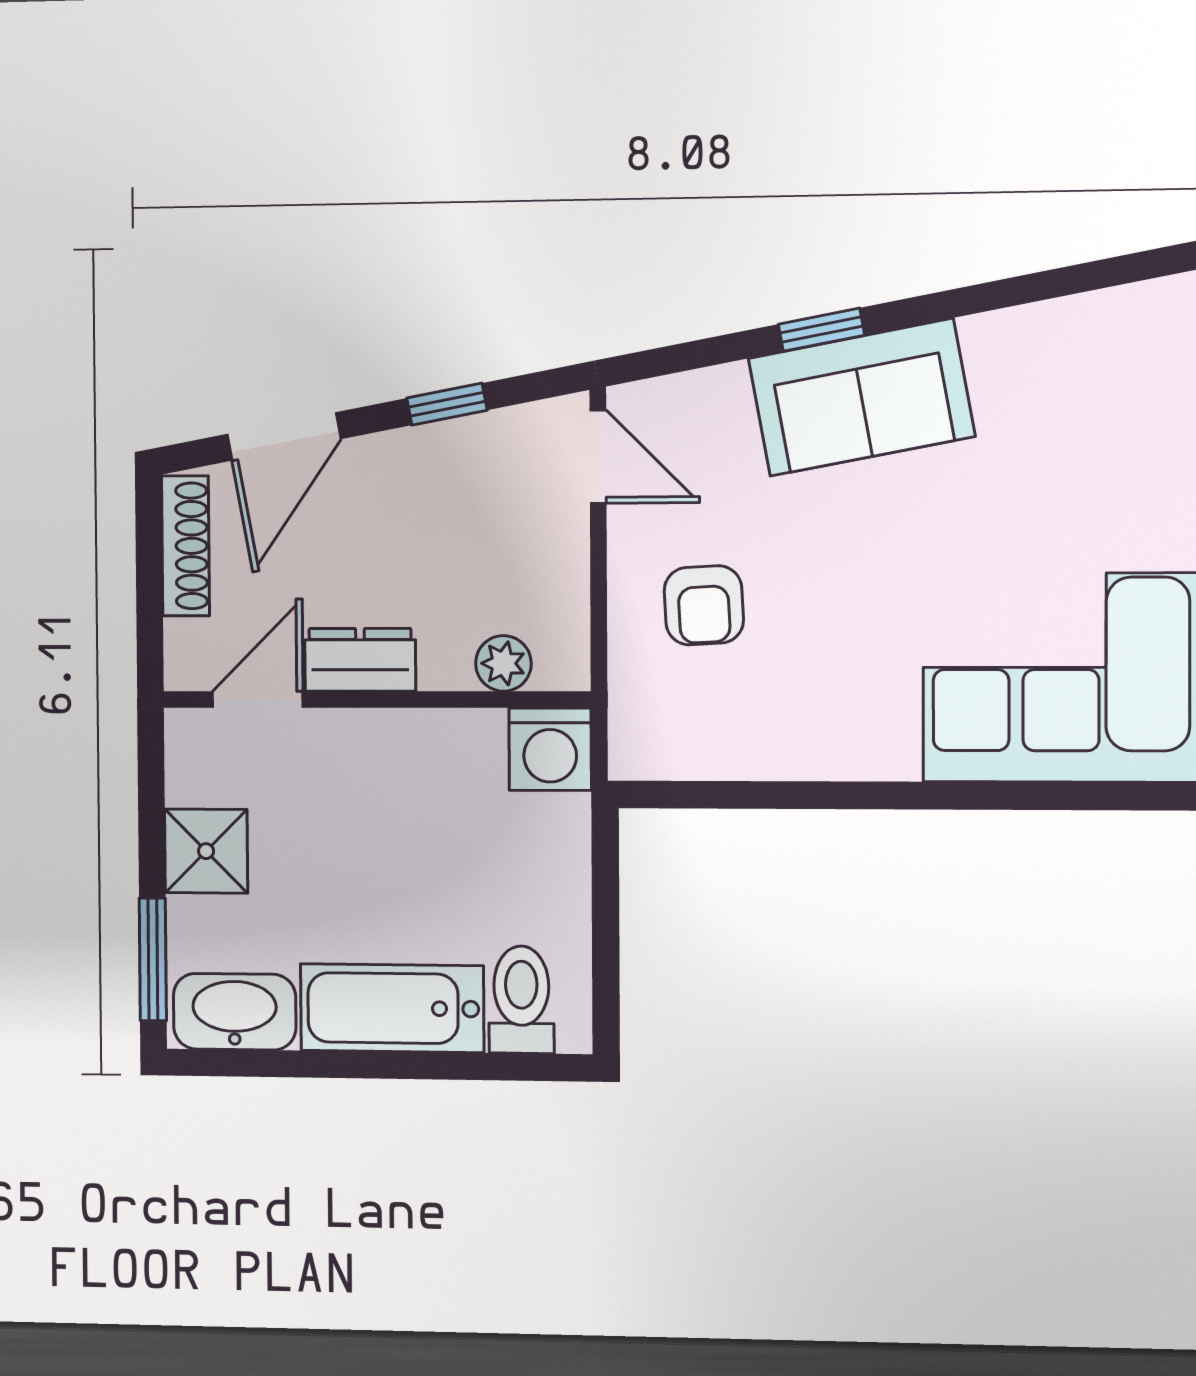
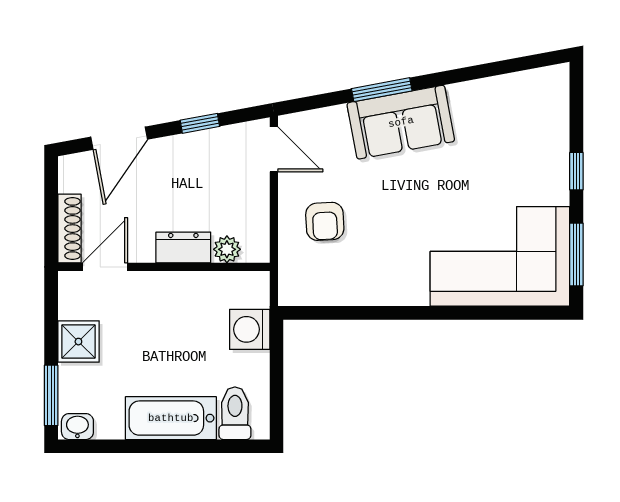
window: (821, 330) -> (382, 90), width x1.50
shoe rack: (186, 546) -> (69, 229), moved
dresser: (360, 660) -> (183, 247), moved
washing machine: (550, 749) -> (250, 329), moved, turned 90
washbasin: (235, 1012) -> (77, 427), width x0.52, depth x0.69

